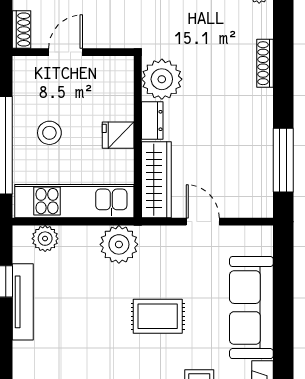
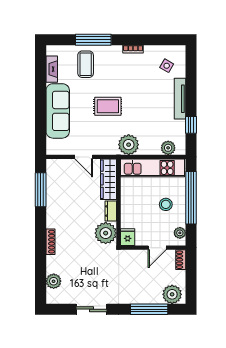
plant: (23, 80) -> (180, 233), added
fridge: (118, 135) -> (128, 237), moved, turned -90
tv unit: (23, 302) -> (180, 99), moved

